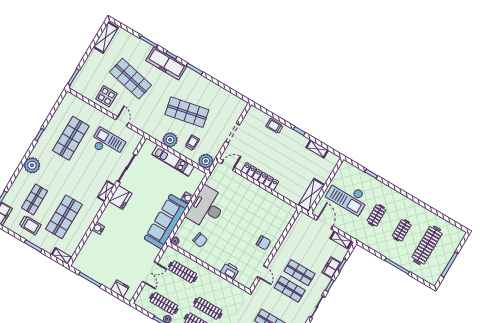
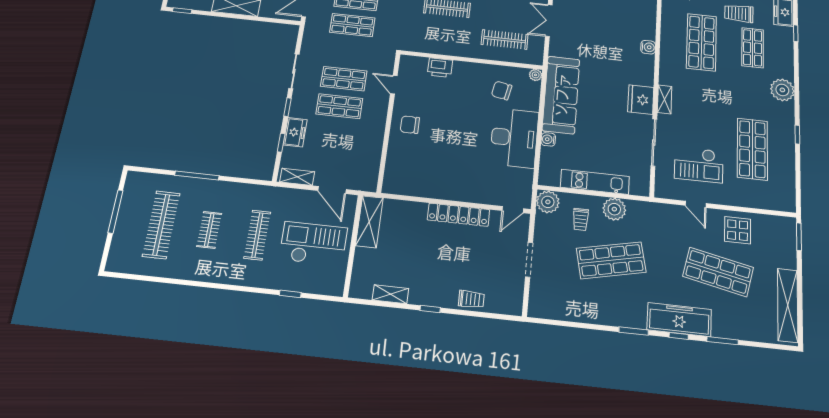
shelving: (106, 37) -> (788, 305), width x1.47
clothes rail: (376, 215) -> (257, 235), width x1.36

